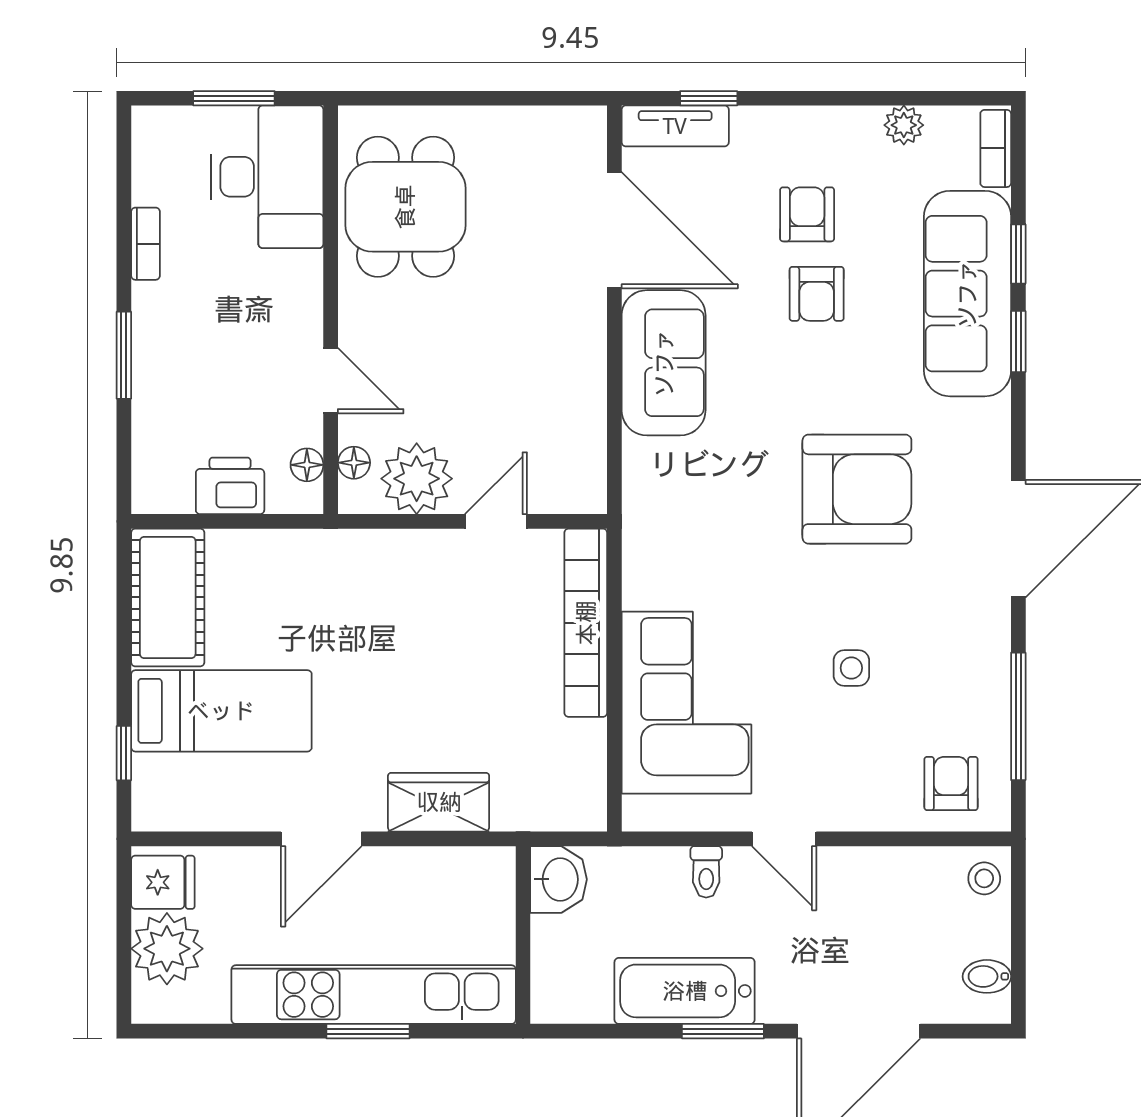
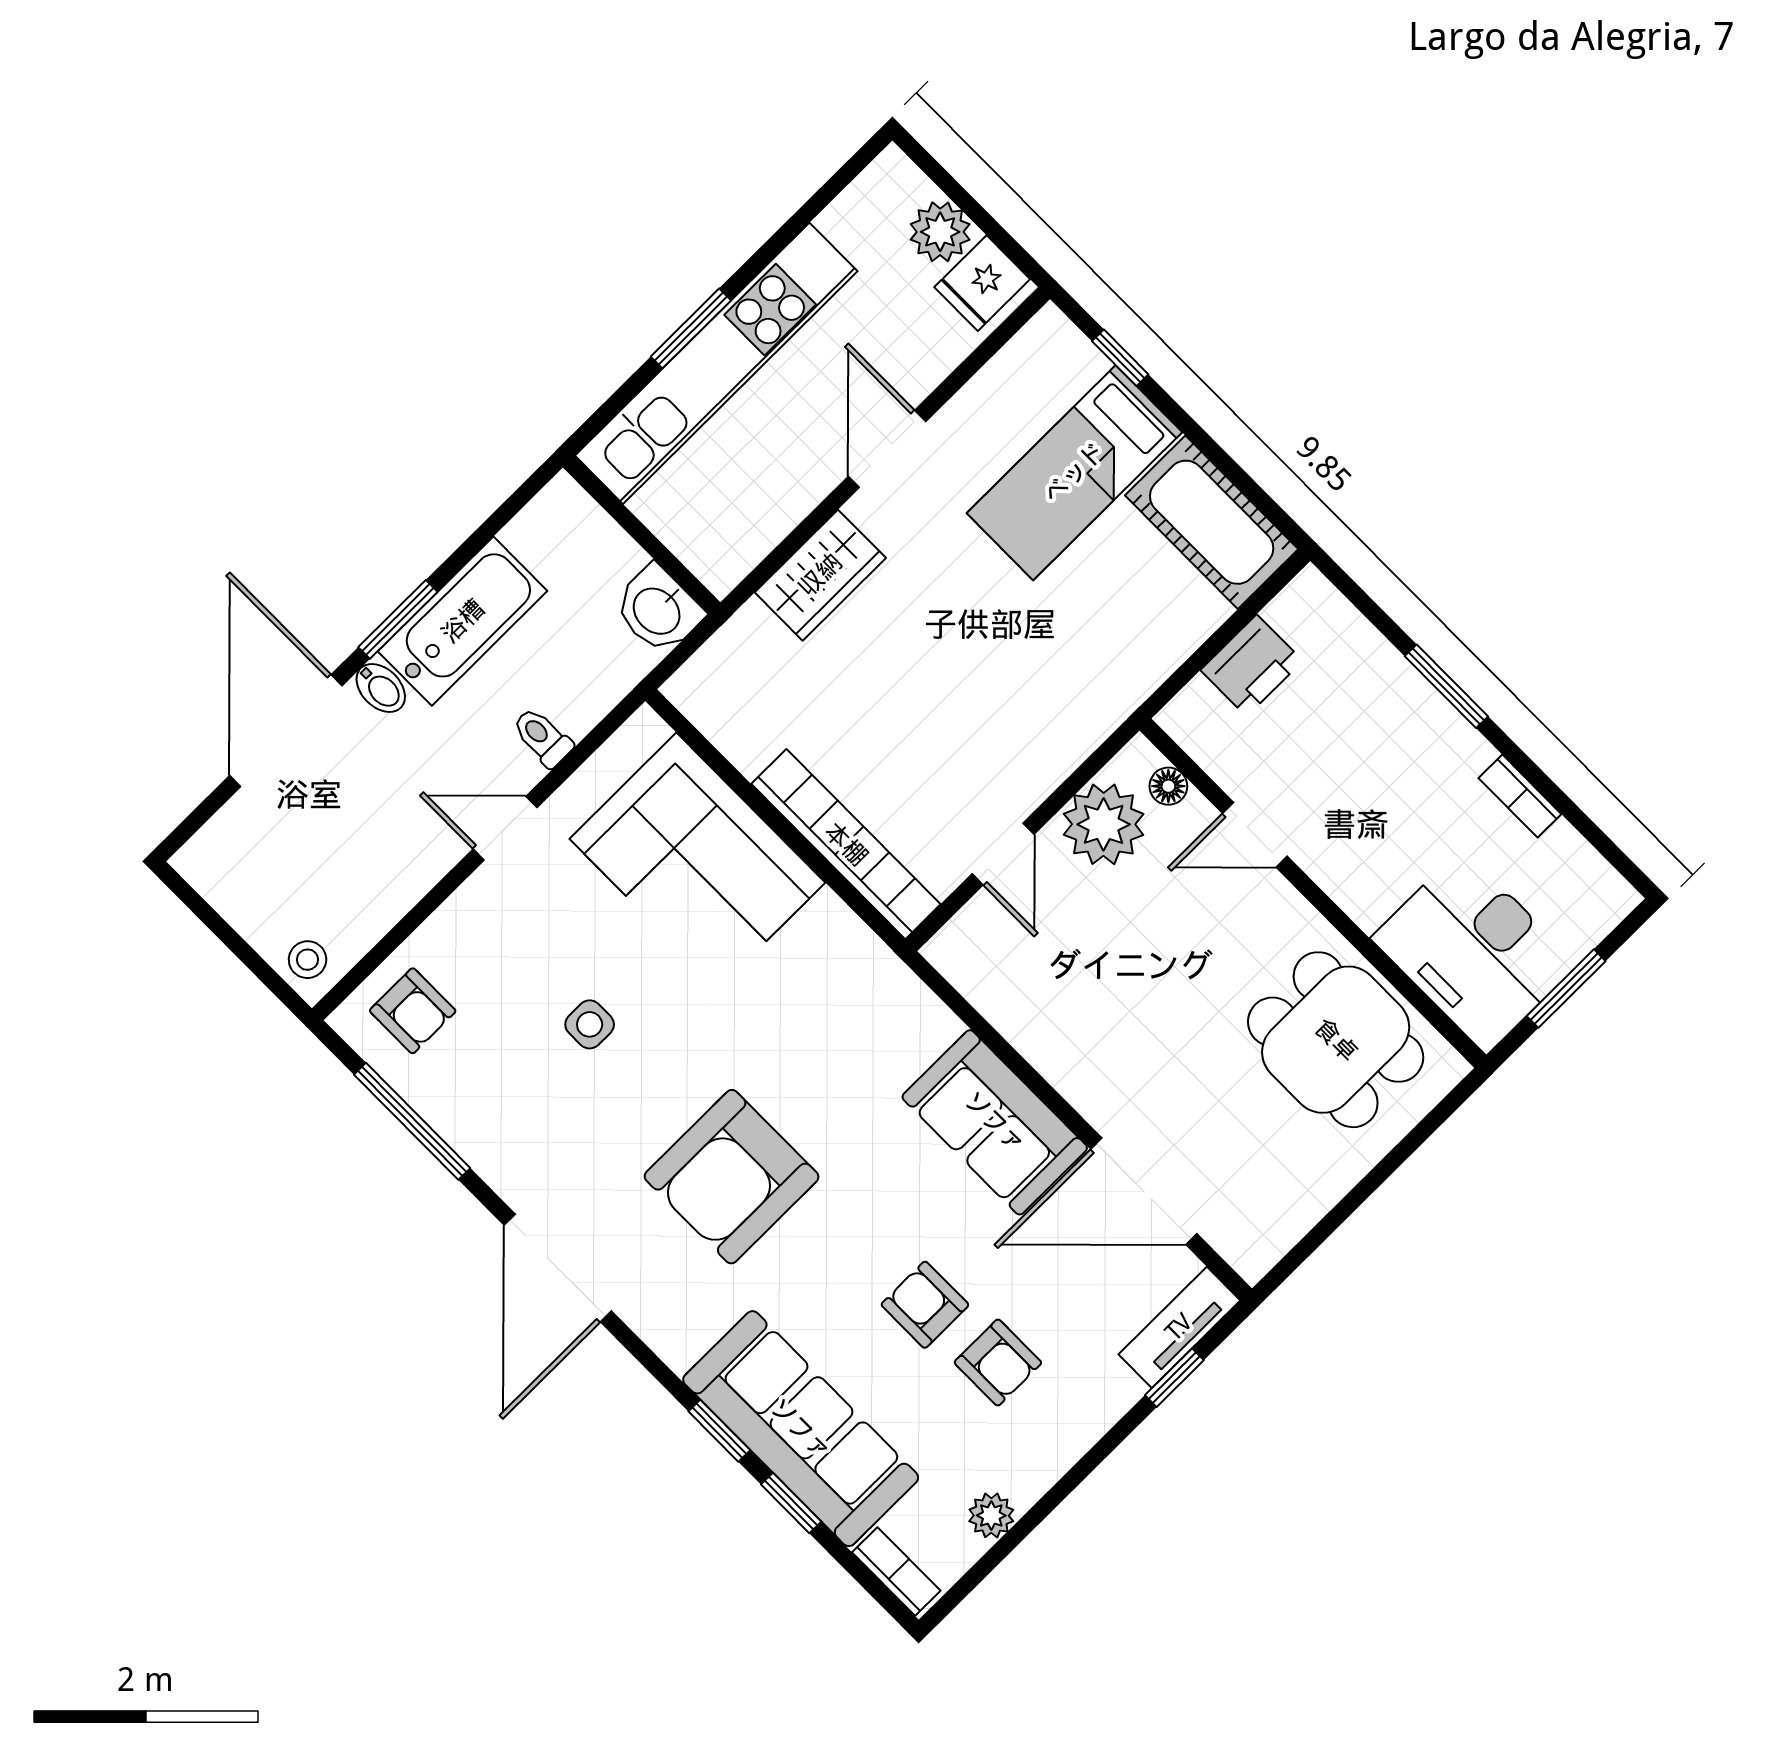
floor lamp: (307, 465) -> (1205, 746), removed
plant: (167, 949) -> (940, 232), width x0.73, depth x0.73
bidet: (987, 976) -> (381, 688), moved, turned 90

